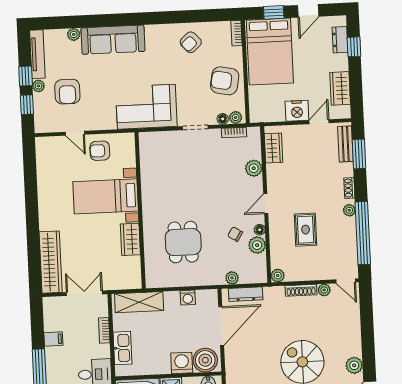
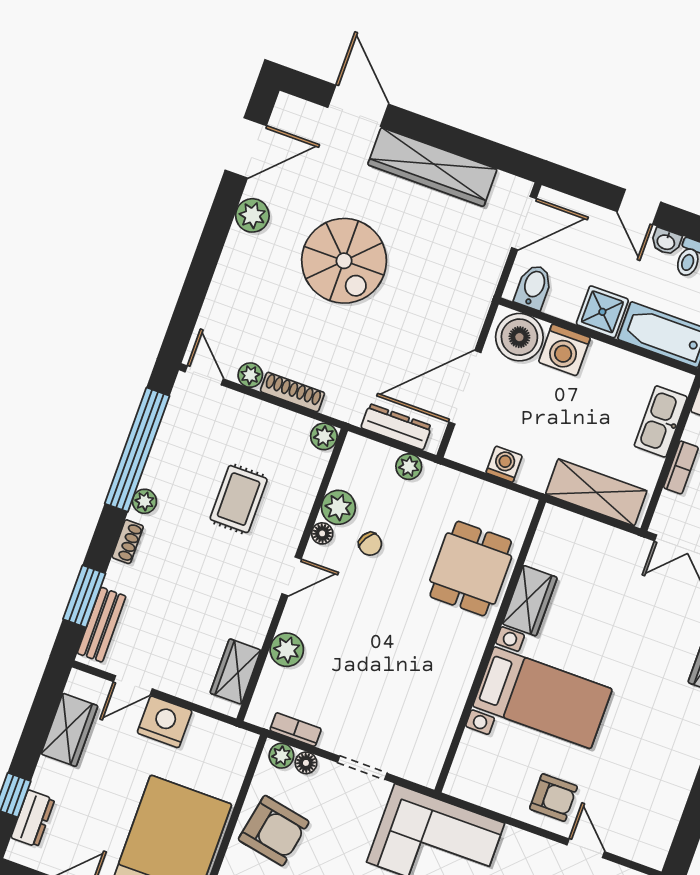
bed with nightstands: (106, 196) -> (542, 698), moved
wall: (140, 210) -> (490, 646), moved
wardrobe: (130, 239) -> (530, 601), moved

